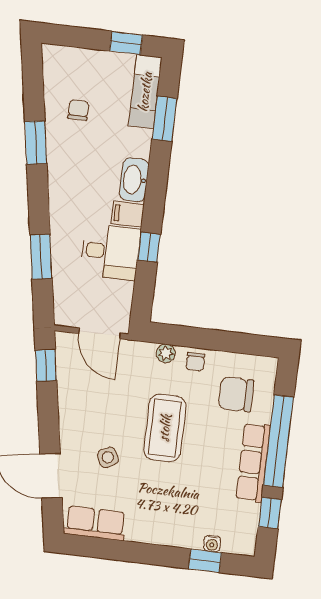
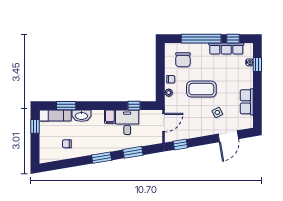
window: (36, 143) -> (102, 158), moved
washbasin: (134, 180) -> (81, 116), moved
window: (149, 247) -> (134, 106), moved
row of seats: (253, 462) -> (226, 49), moved
row of seats: (95, 523) -> (247, 102), moved

